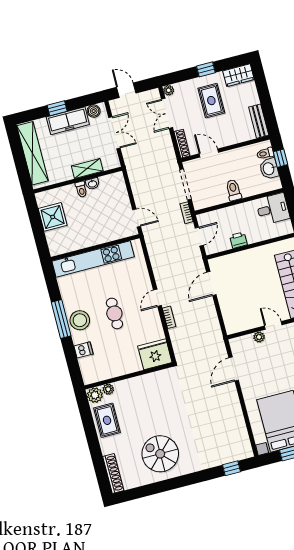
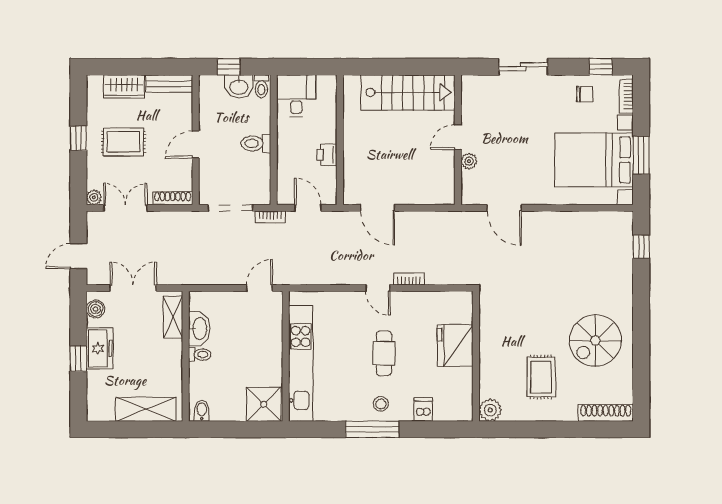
wardrobe: (238, 75) -> (124, 87), moved, turned 90
double door: (167, 113) -> (125, 208), swing flipped
freezer: (68, 121) -> (100, 348), width x0.71
shelving: (32, 153) -> (146, 409), width x0.68
door: (209, 153) -> (196, 145), moved
toilet: (265, 153) -> (261, 86), moved
shelving: (87, 169) -> (173, 317), moved
washbasin: (92, 184) -> (199, 329), width x1.91, depth x1.45
bidet: (44, 201) -> (202, 411), added
shower: (53, 217) -> (264, 404), moved
cafe table: (114, 313) -> (384, 353), turned 90
stool: (80, 320) -> (381, 404), width x0.53, depth x0.53
fridge: (155, 354) -> (455, 346), moved
plant: (108, 389) -> (487, 389), removed
rug: (107, 420) -> (541, 377), moved, turned 90

